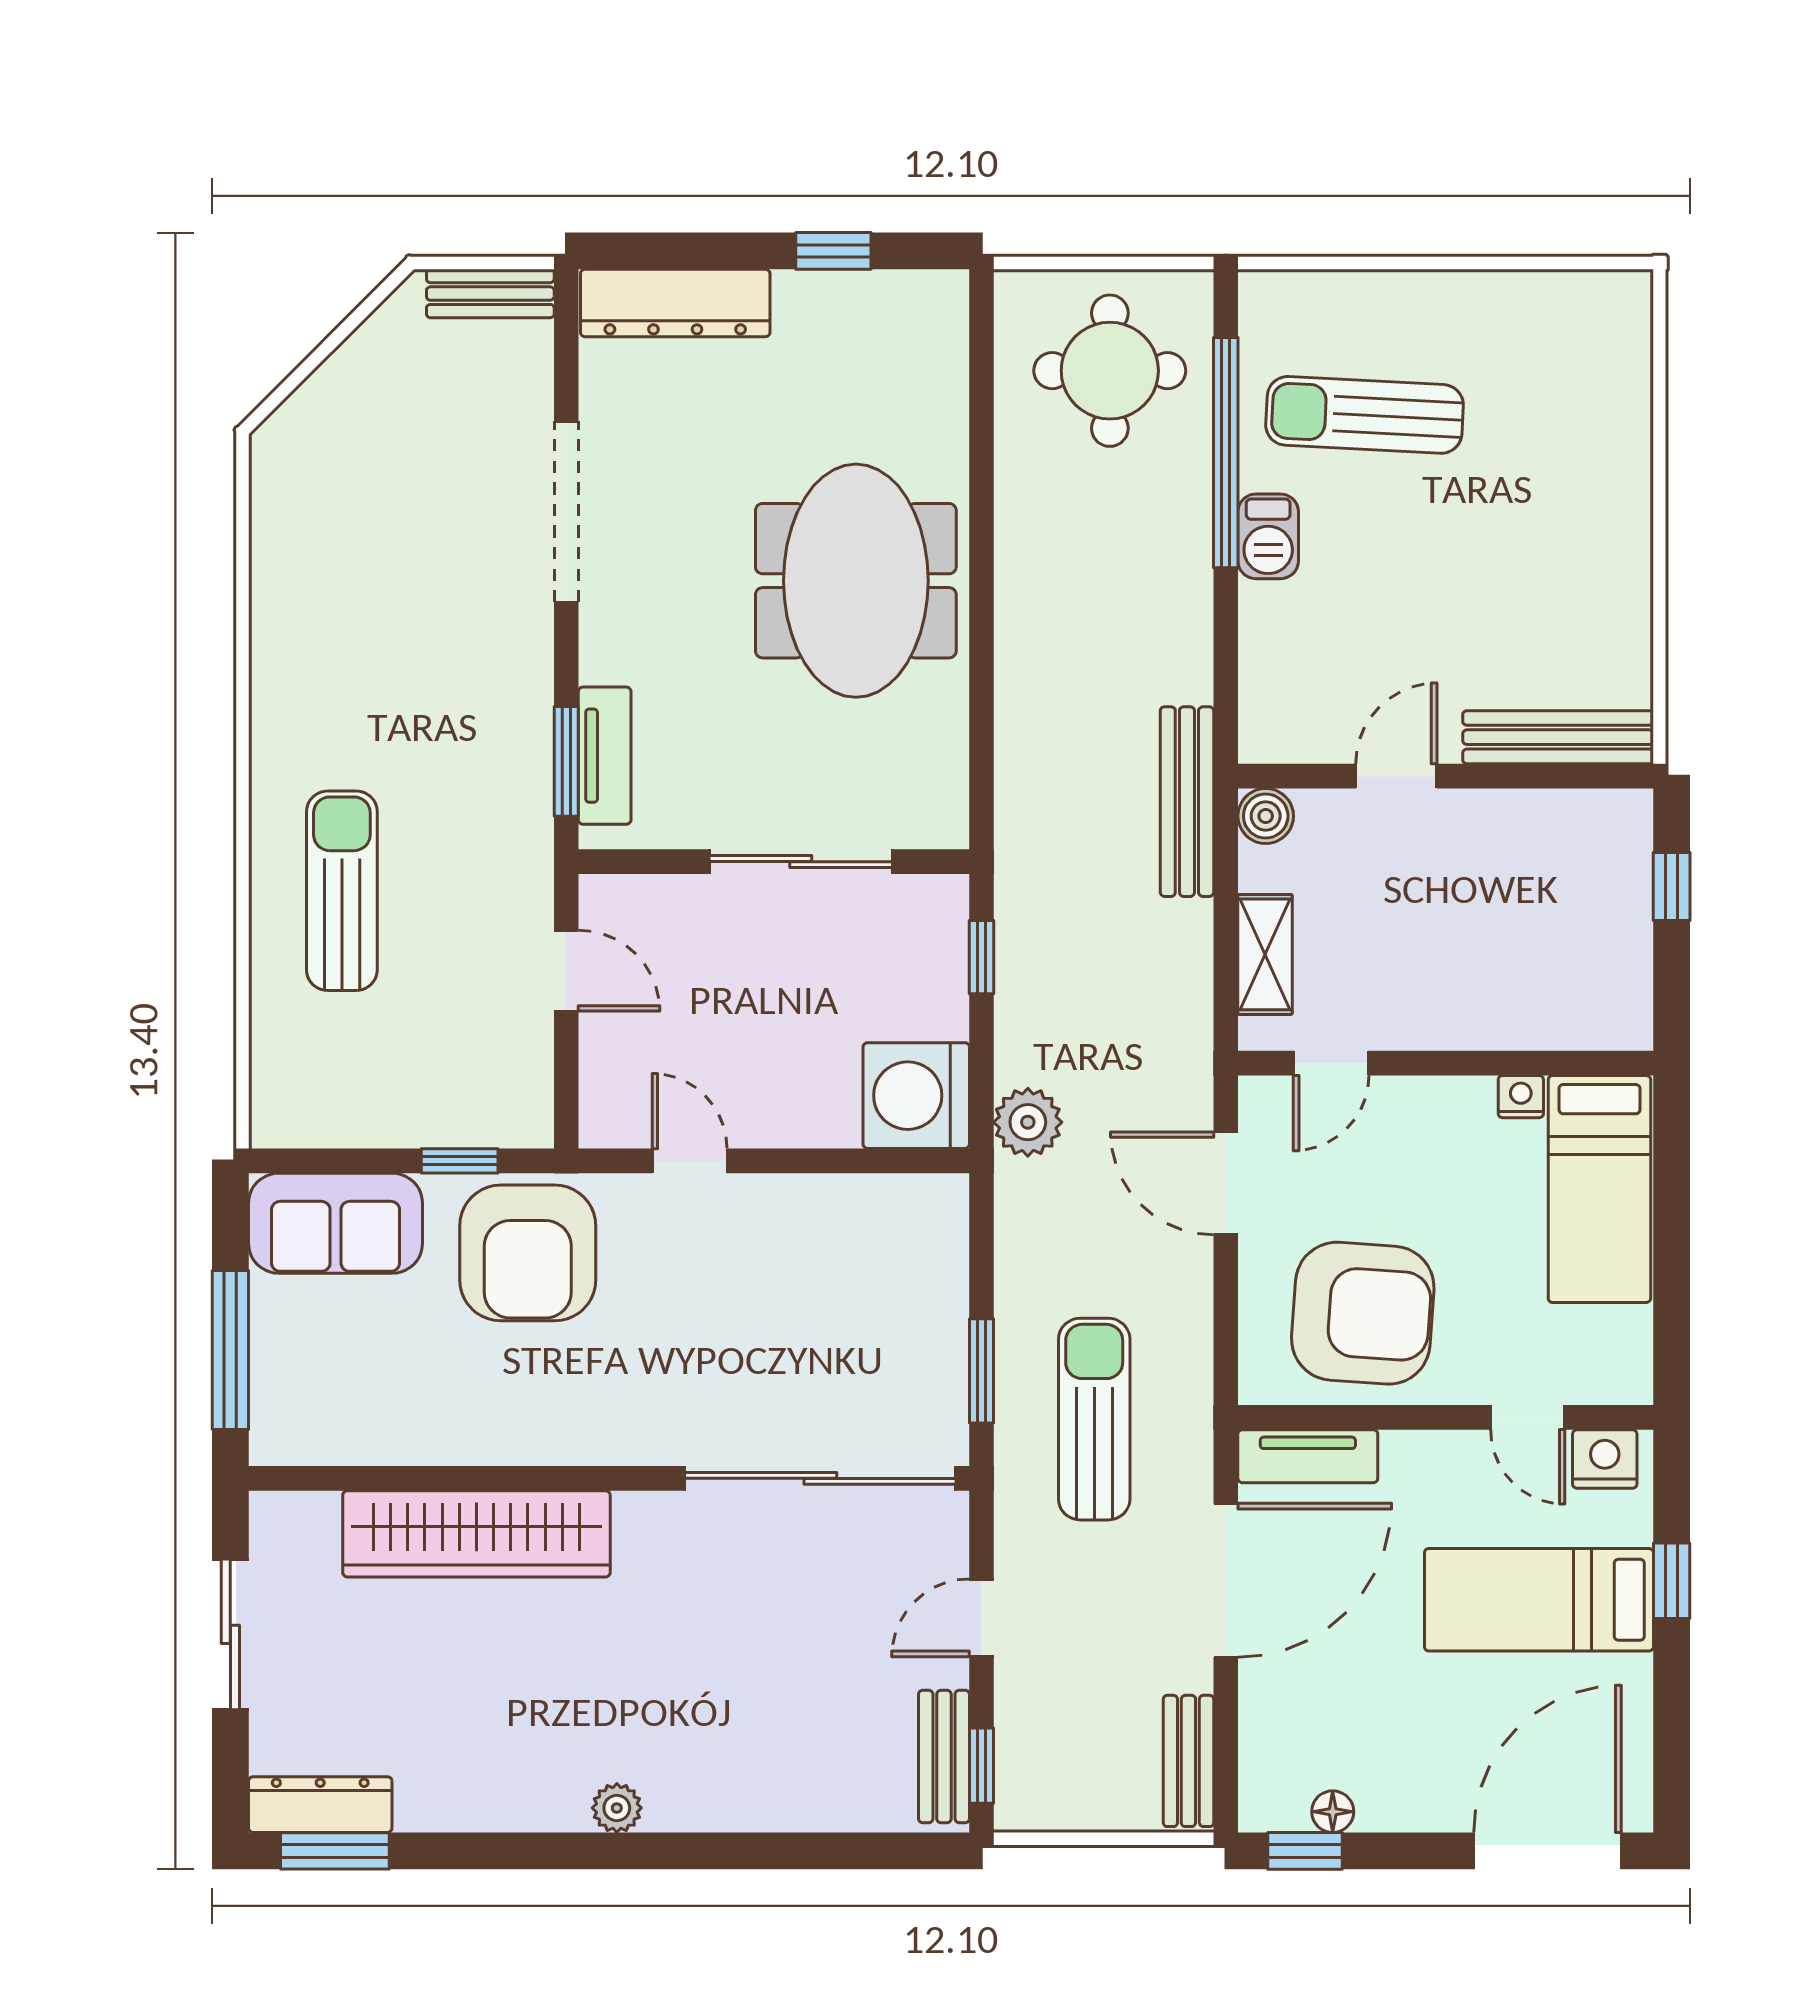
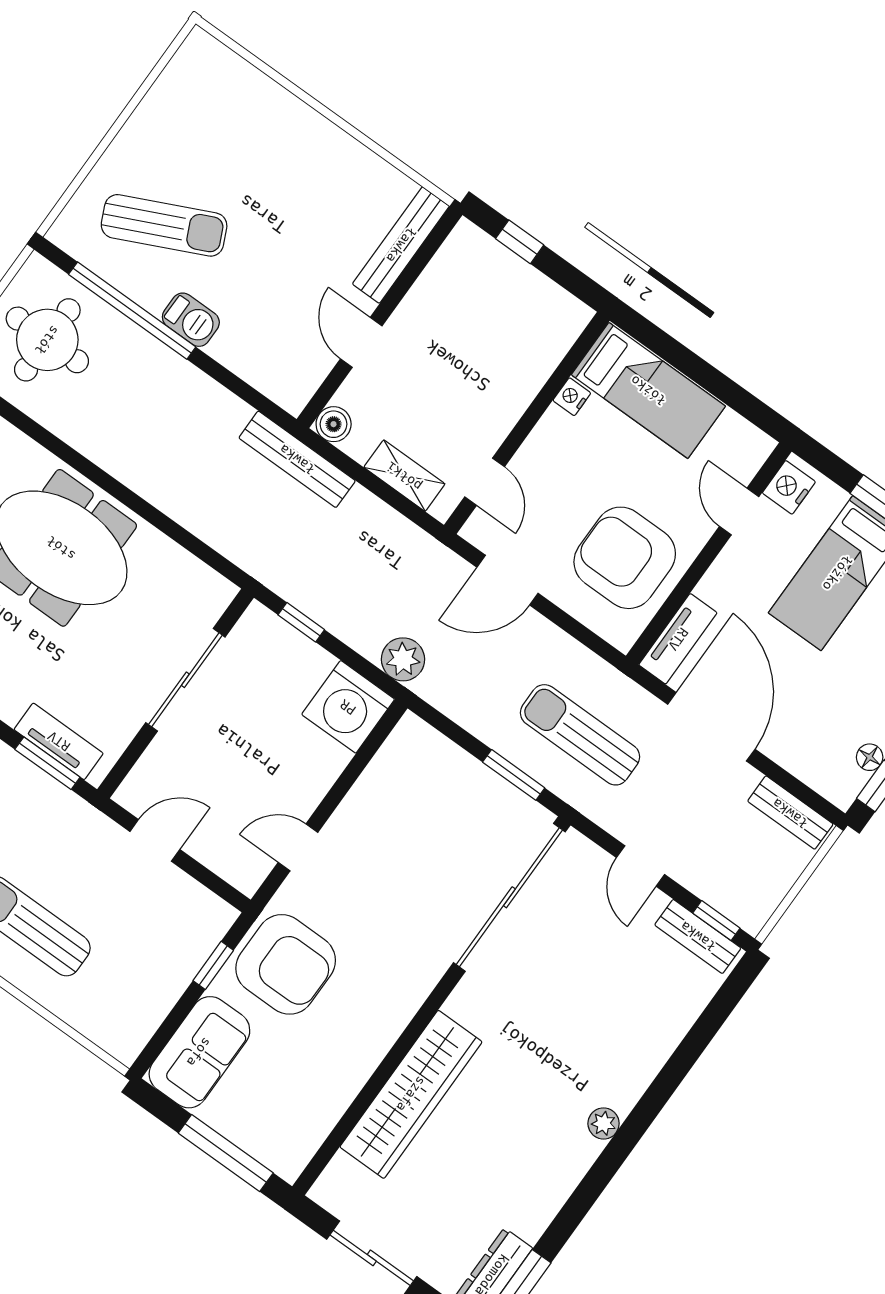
sun lounger: (1365, 415) -> (164, 225), turned -118
armchair: (1363, 1313) -> (625, 558), turned -94
door: (1528, 1417) -> (739, 511), swing flipped

